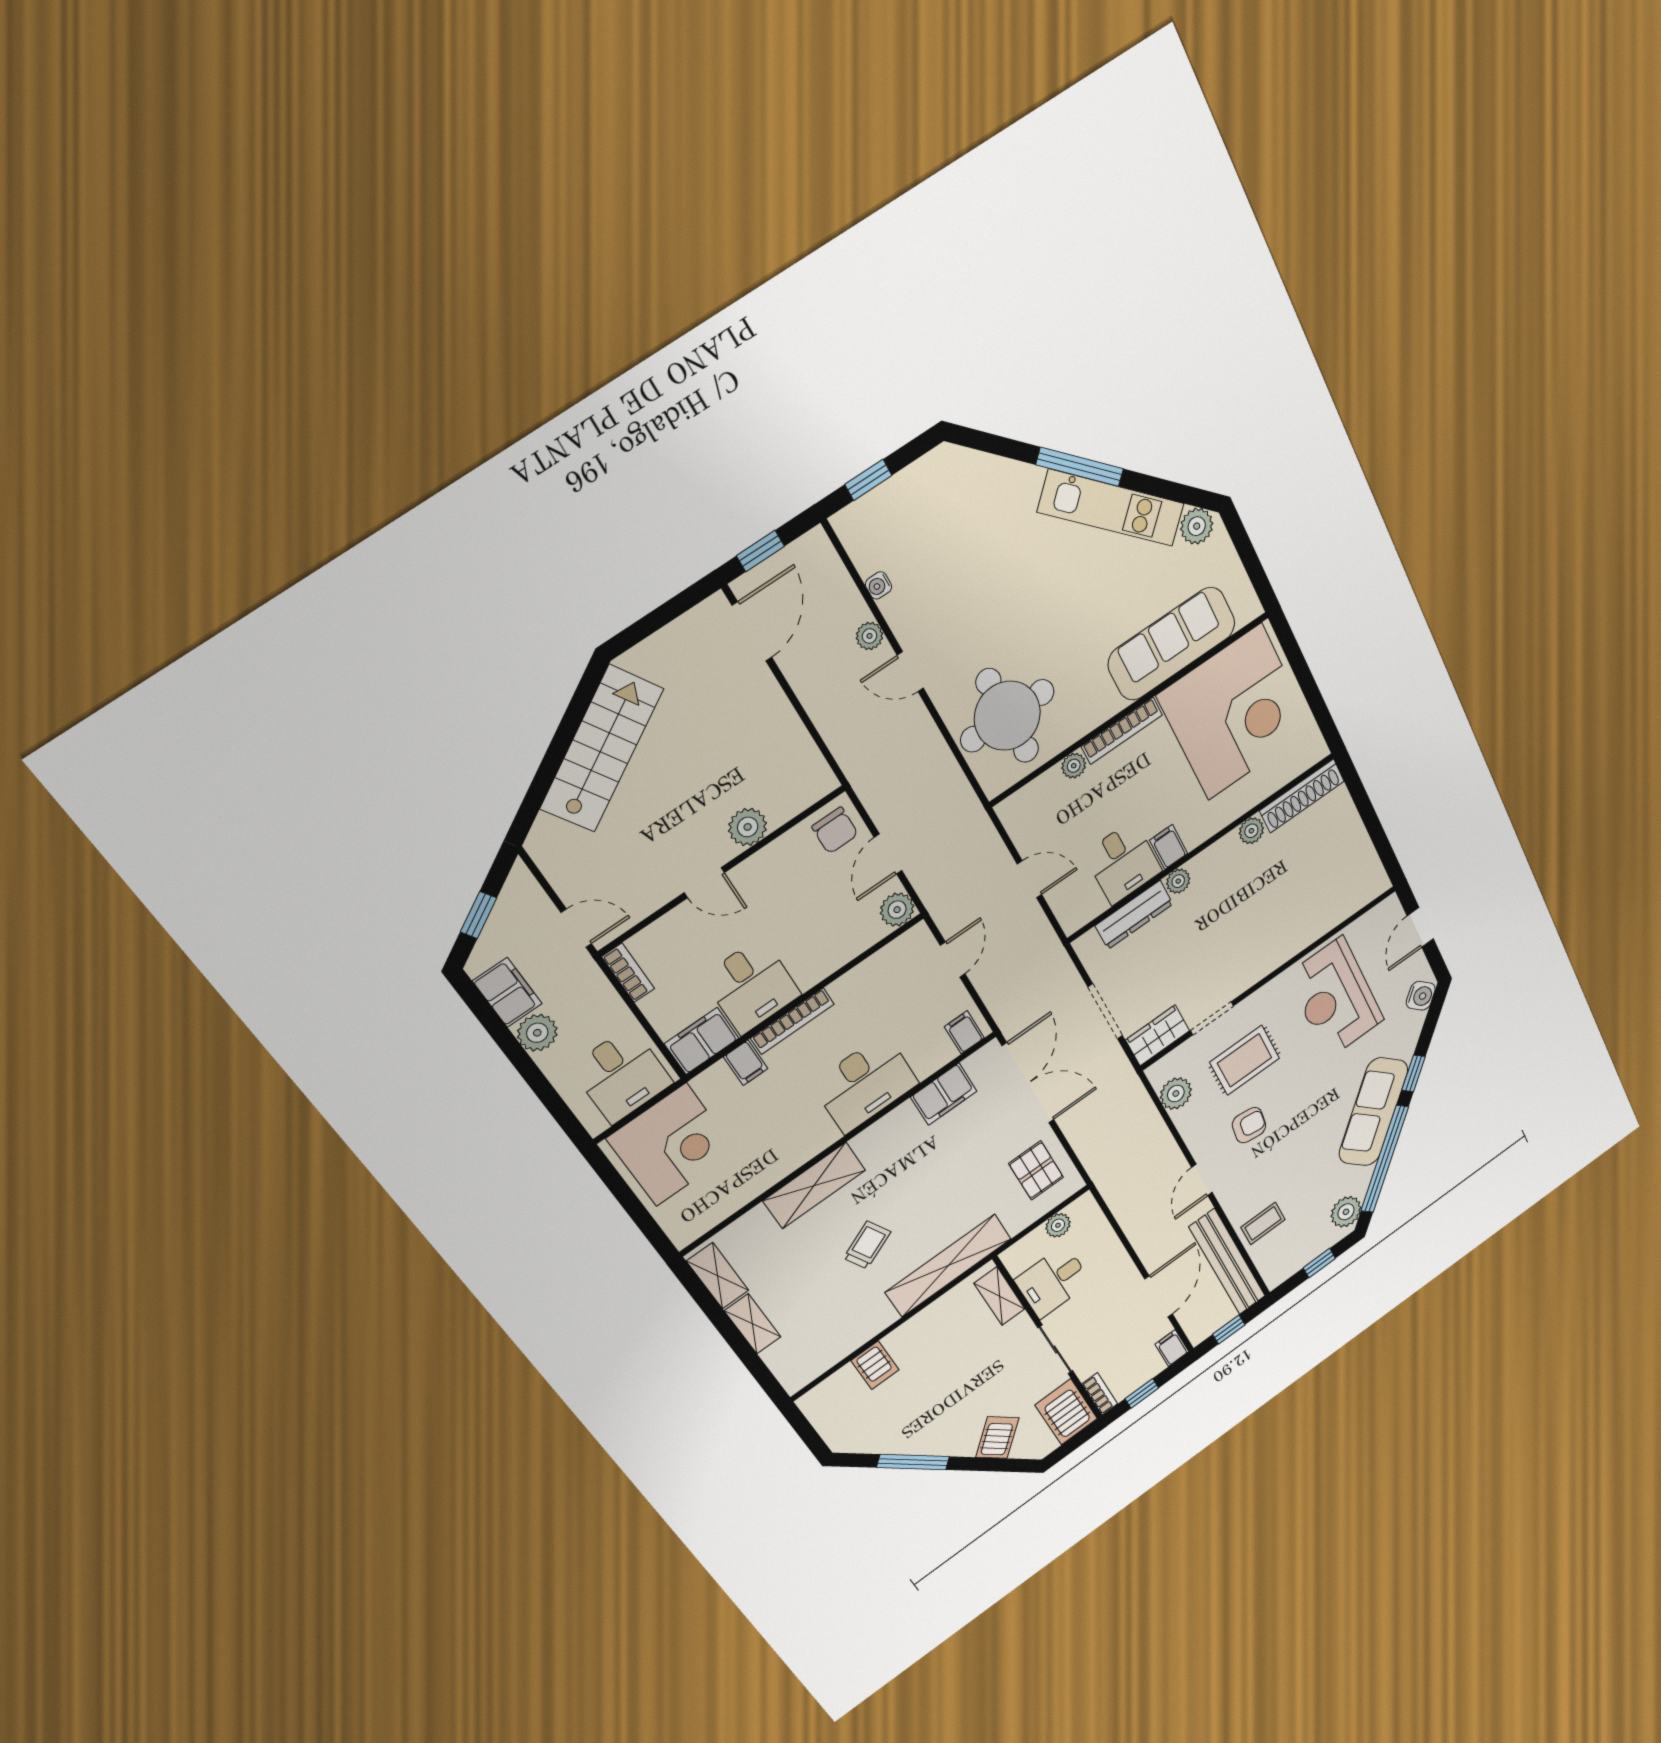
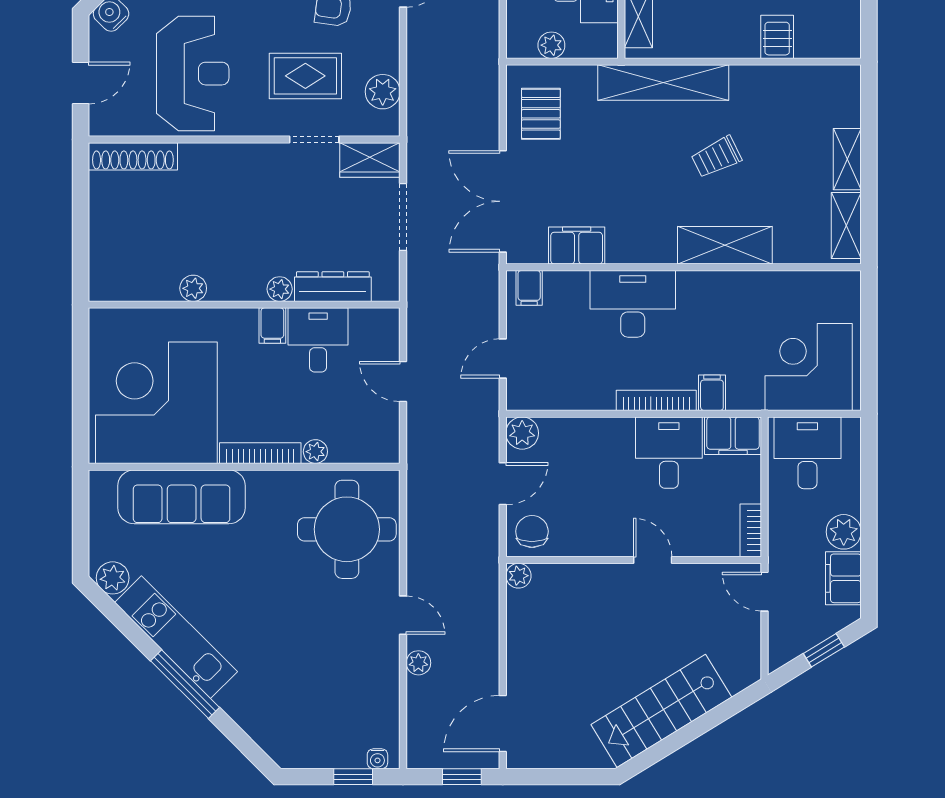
water cooler: (878, 585) -> (377, 759), moved, turned 90
shoe rack: (1302, 796) -> (133, 156), moved, turned 180
plant: (748, 827) -> (518, 576), moved, width x0.73, depth x0.73

